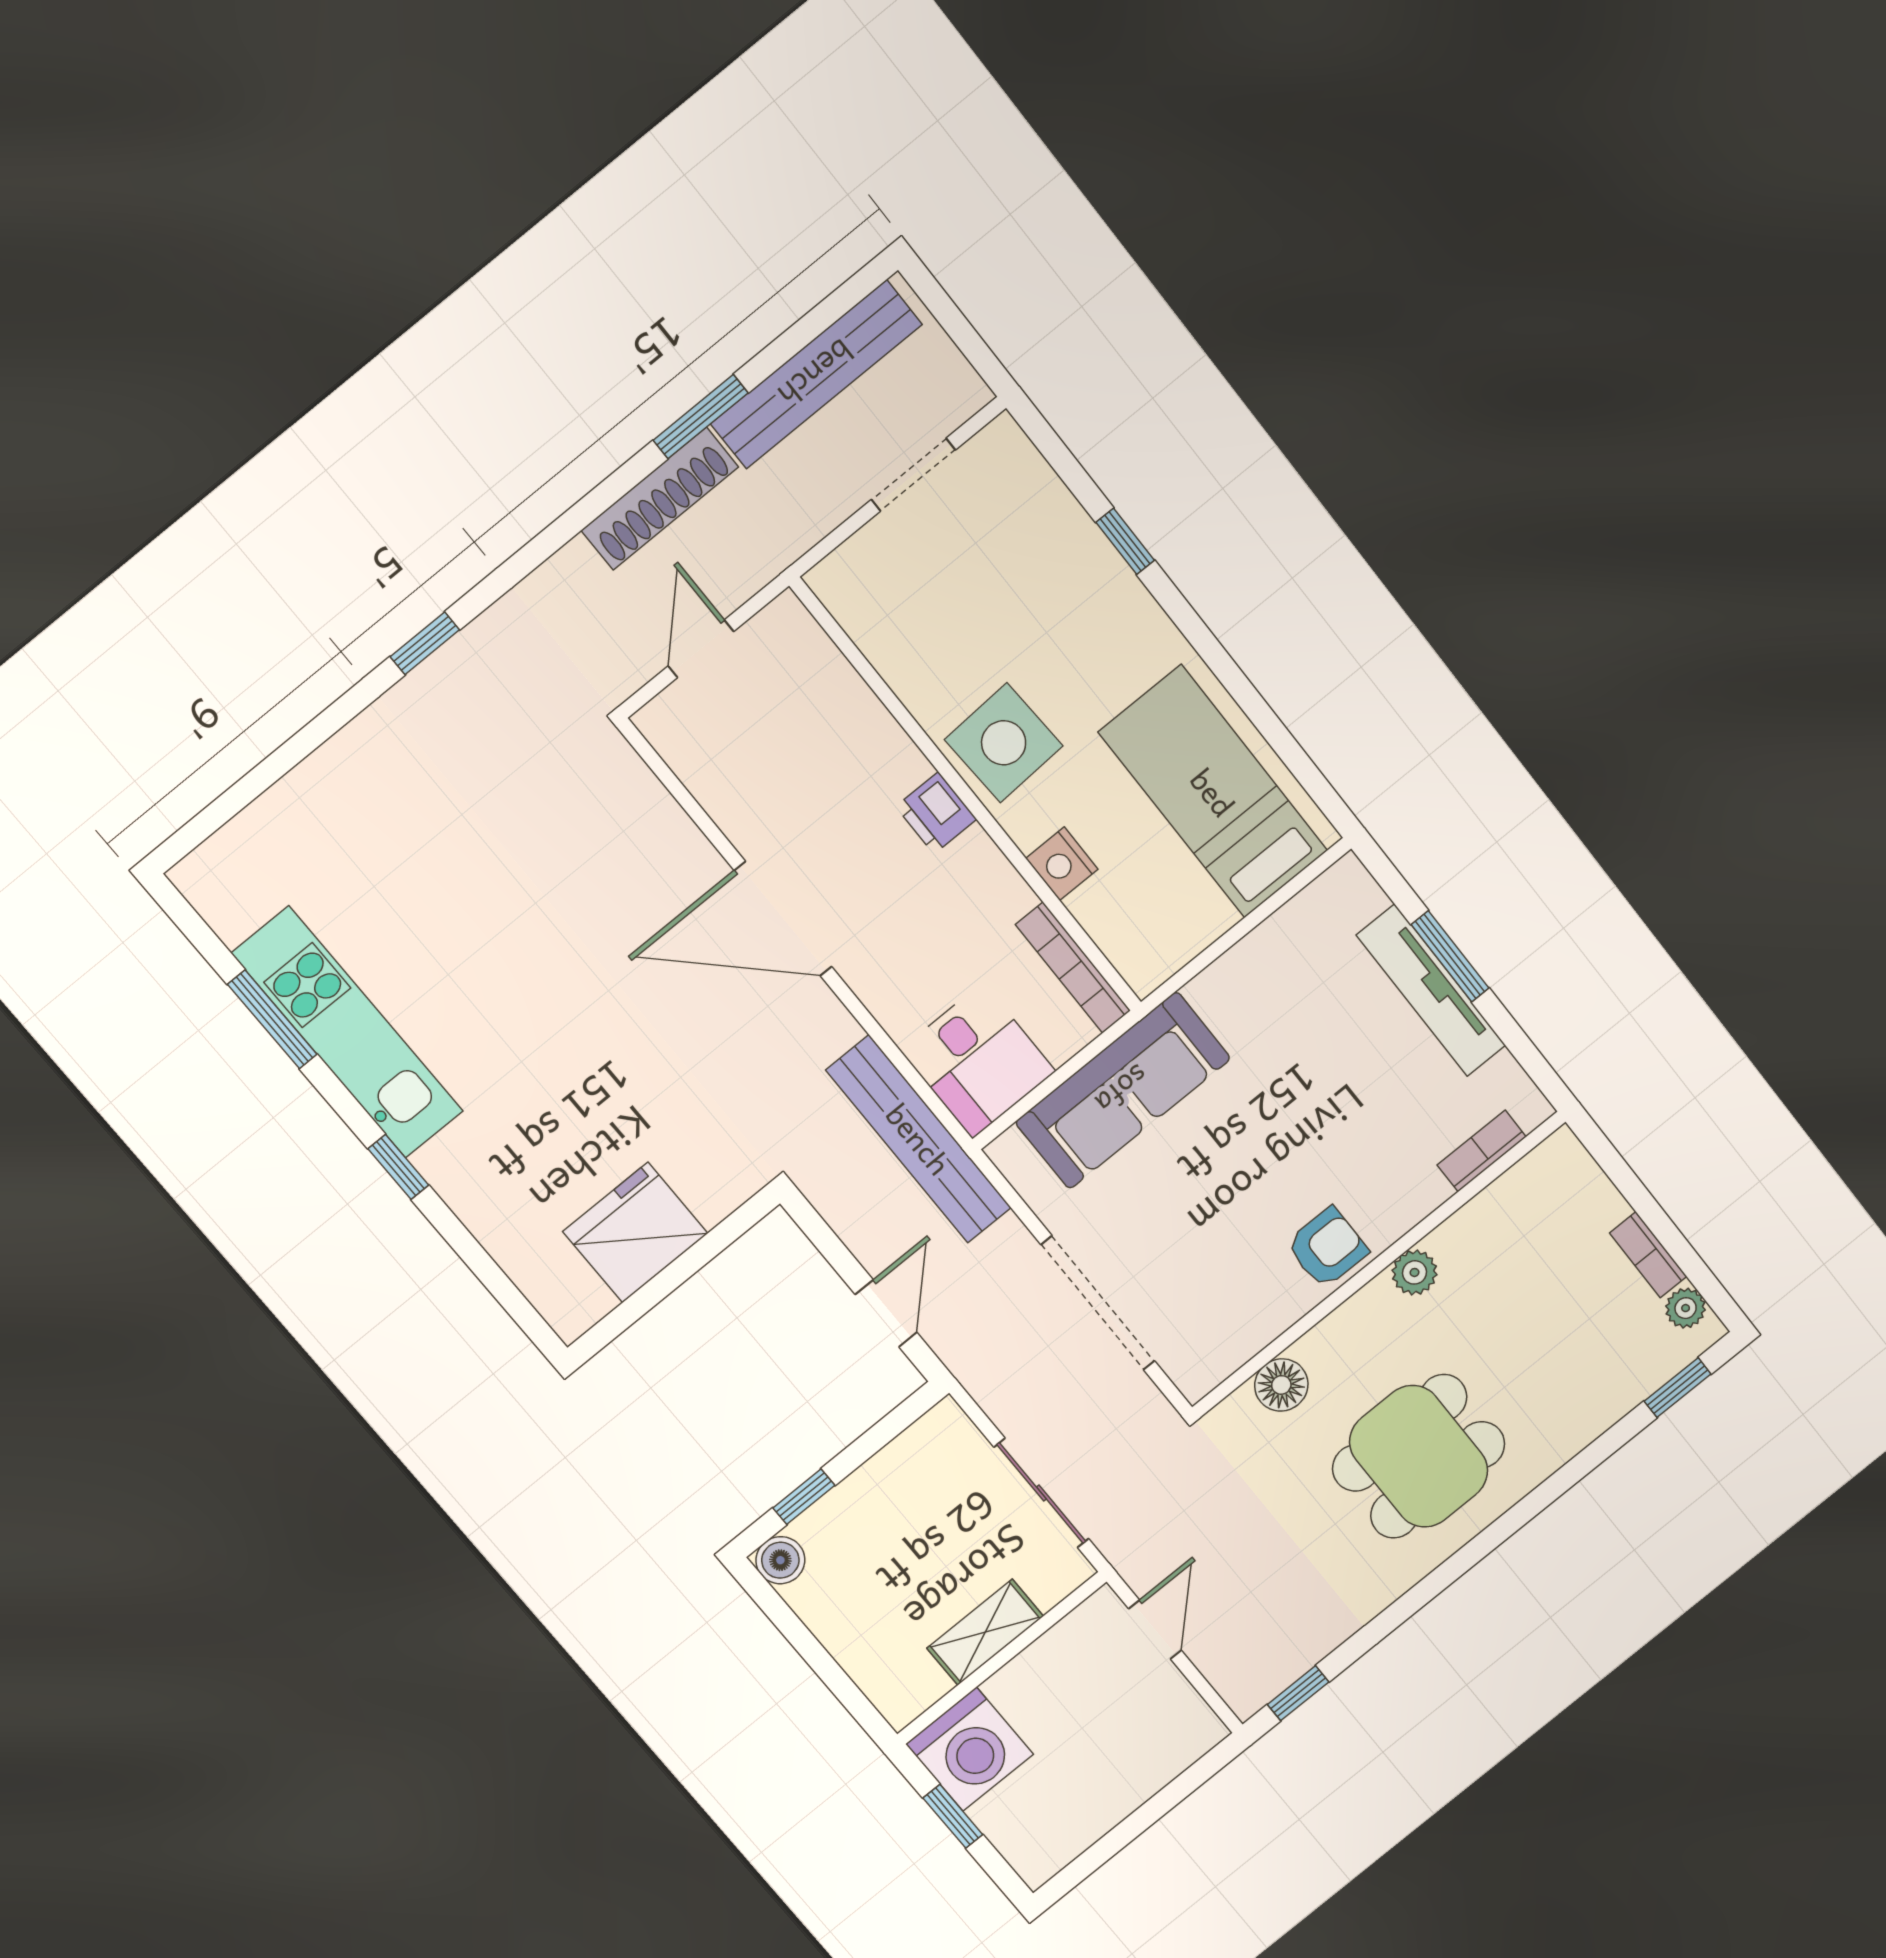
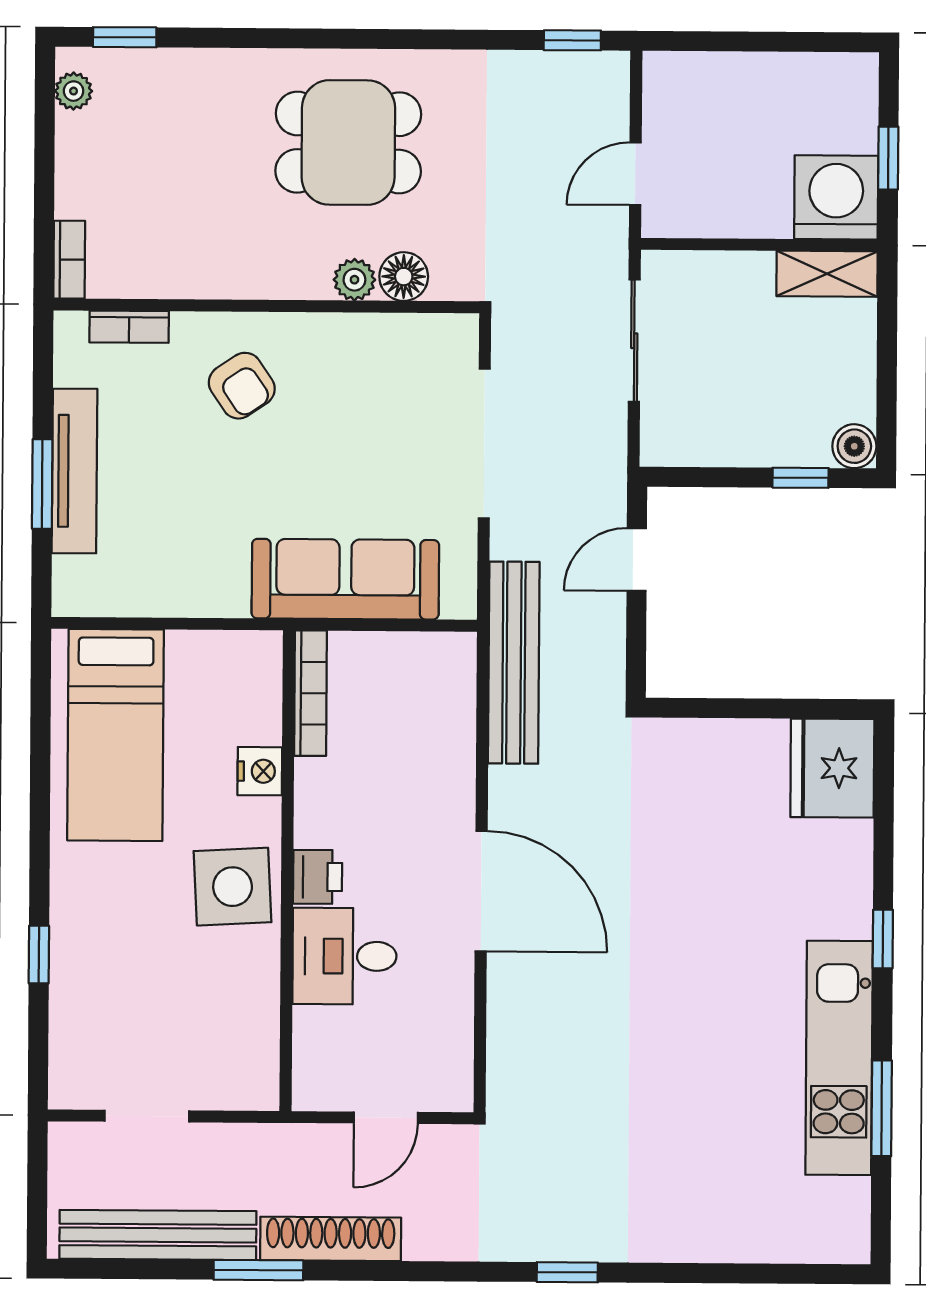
desk: (978, 1061) -> (345, 956), moved, turned -90
fridge: (635, 1233) -> (832, 768), moved, turned 90
armchair: (1327, 1248) -> (242, 386), moved, turned -124
bookcase: (1648, 1255) -> (69, 260), moved
plant: (1415, 1272) -> (354, 280), moved
shelving: (985, 1632) -> (827, 274), moved

